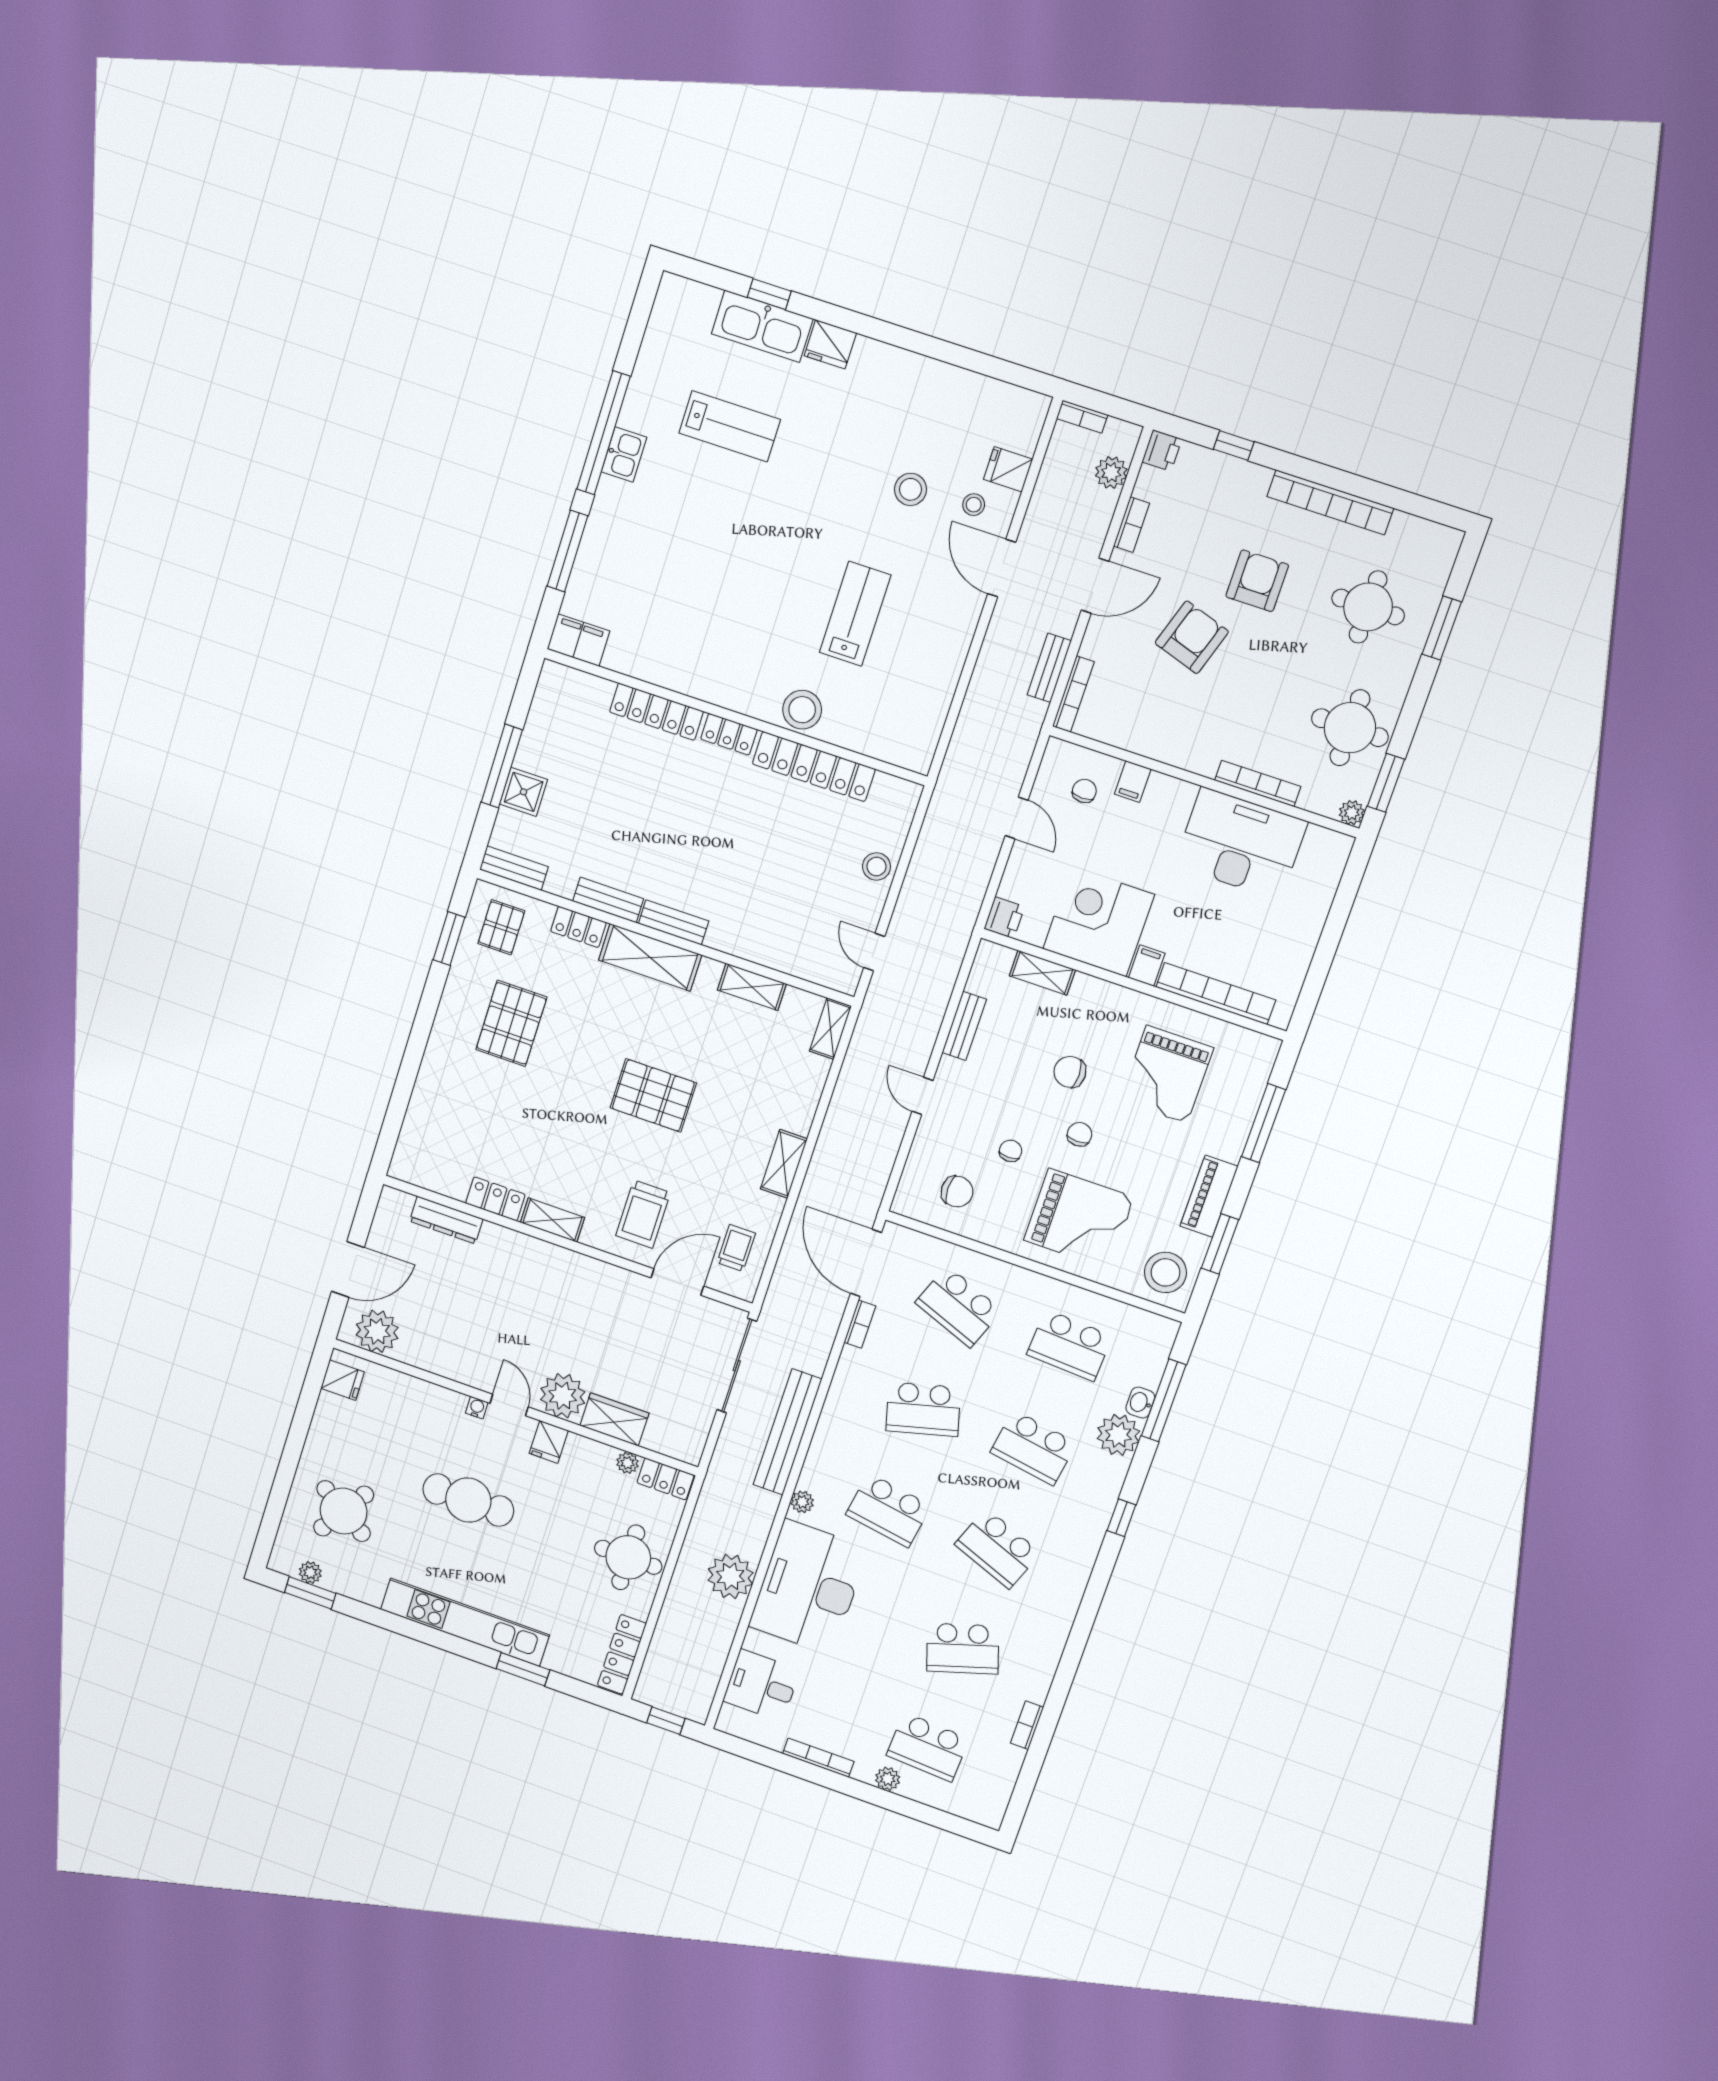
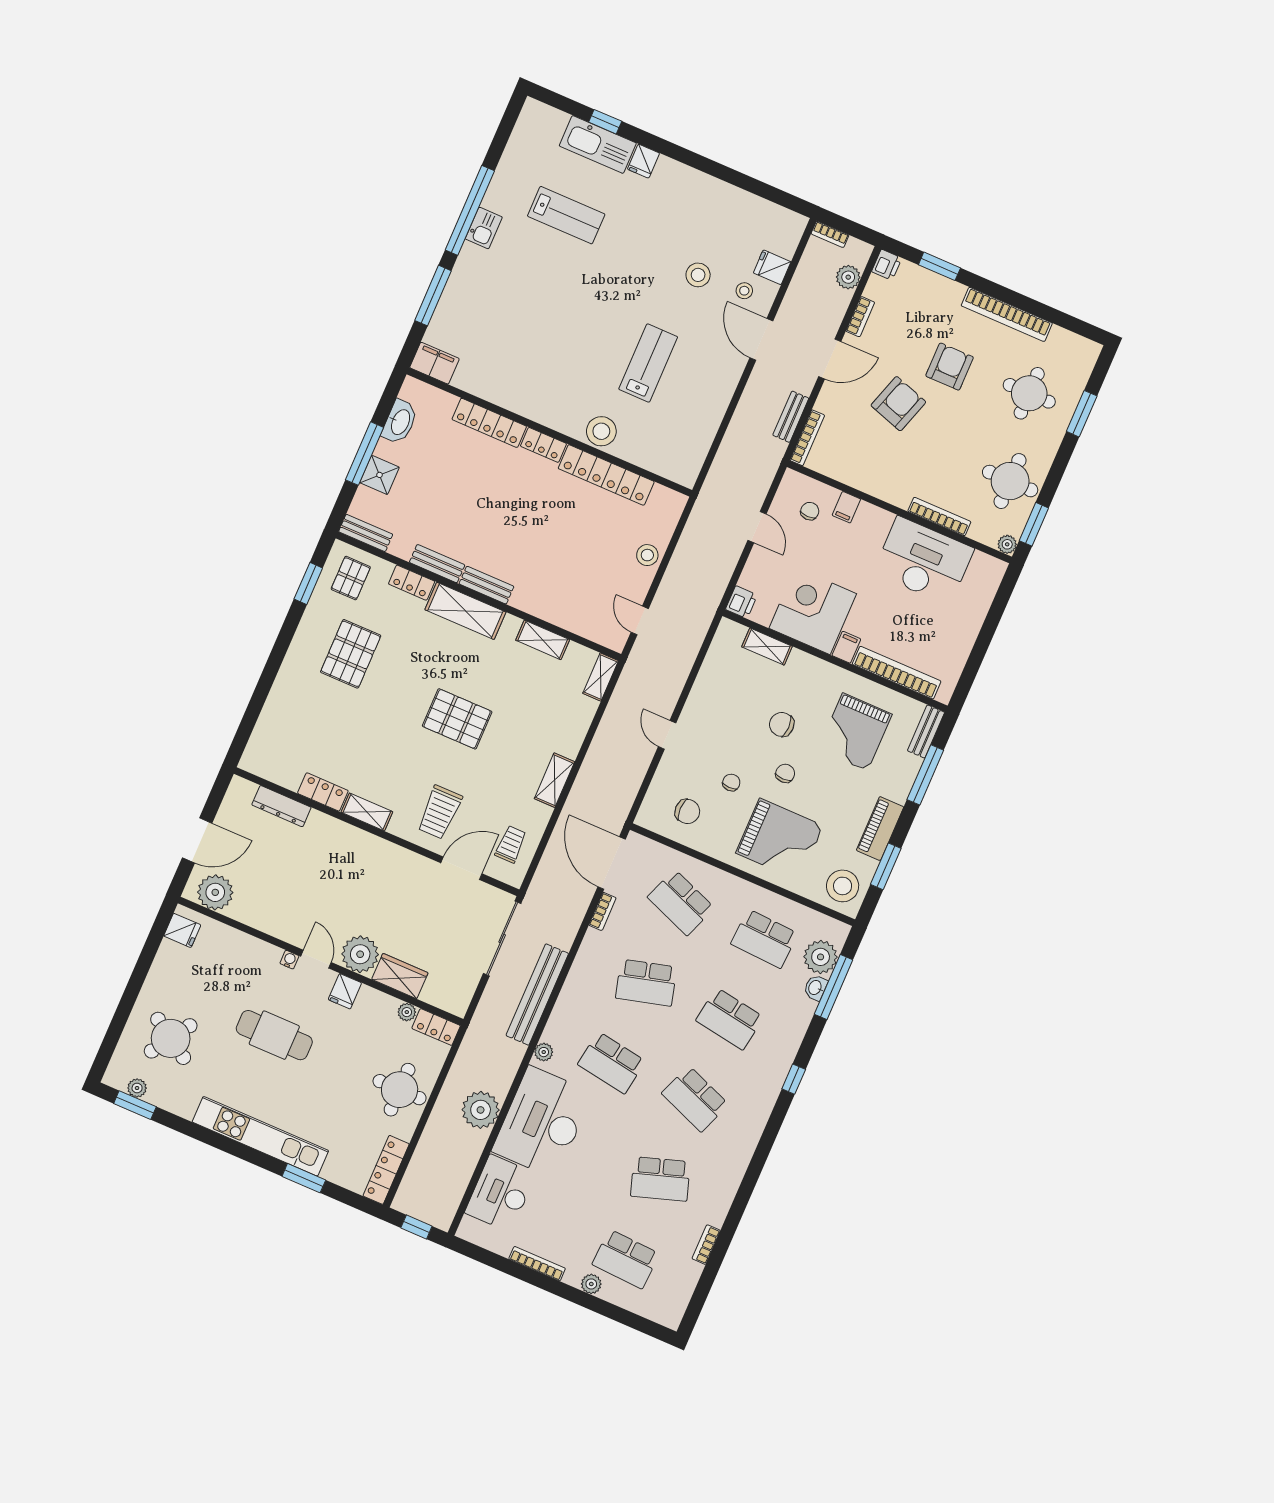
fridge: (830, 344) -> (643, 161), width x0.72
window: (1234, 445) -> (939, 266), width x1.50
washbasin: (542, 721) -> (400, 422), added
bench: (964, 1026) -> (926, 731), moved
plant: (1118, 1435) -> (821, 957), moved
desk: (762, 1685) -> (500, 1193), width x1.37

